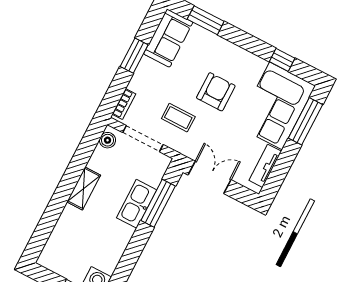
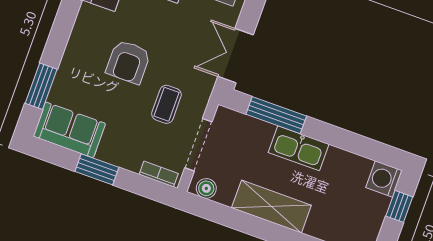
armchair: (216, 92) -> (128, 62), turned -90
shelving: (84, 188) -> (271, 207), width x1.50, depth x1.33
kitchen sink: (137, 204) -> (299, 148), moved

